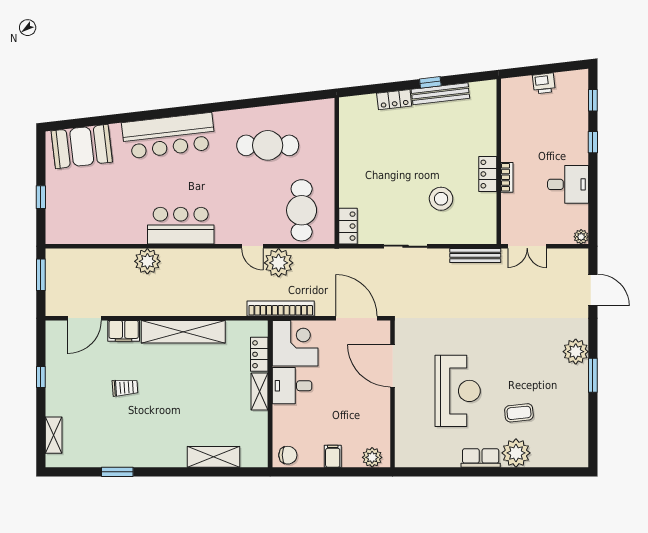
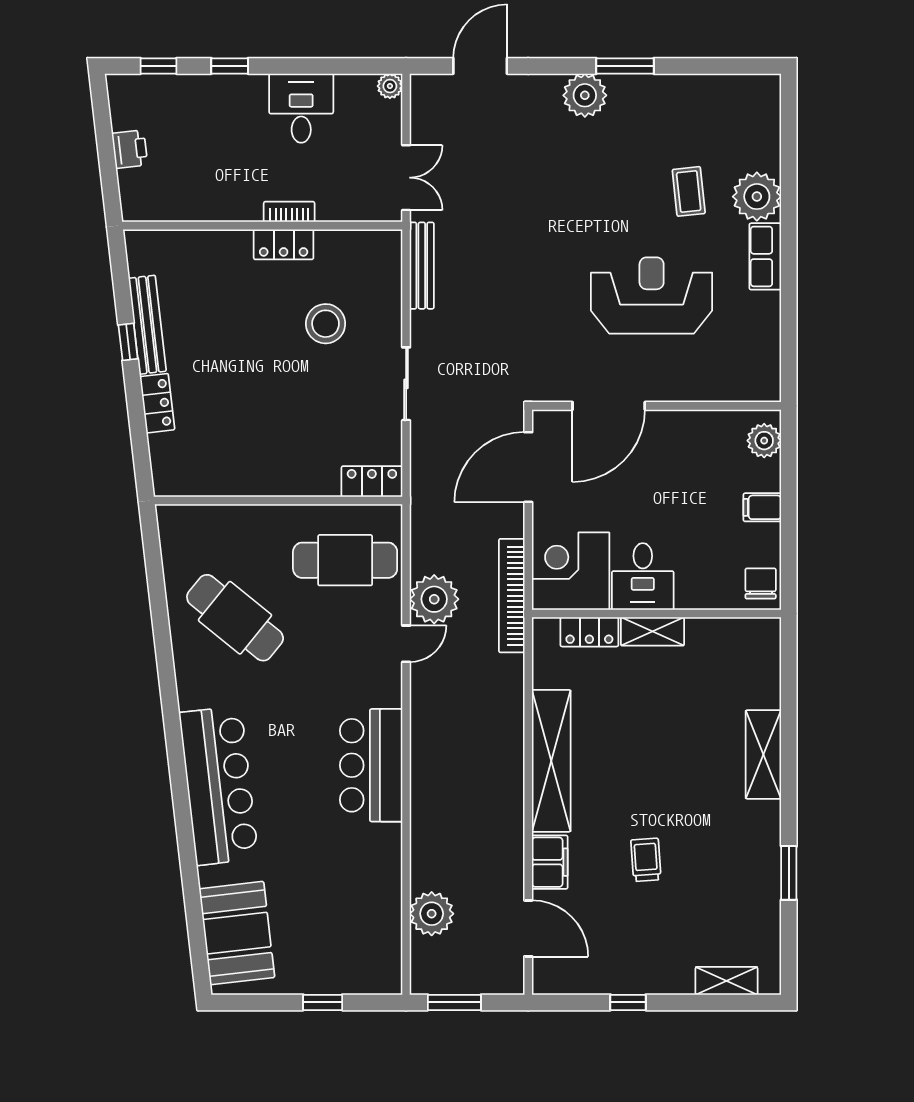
cafe table: (268, 145) -> (235, 618), turned -51
plant: (147, 261) -> (432, 914), moved
shelving: (213, 457) -> (763, 754), moved

